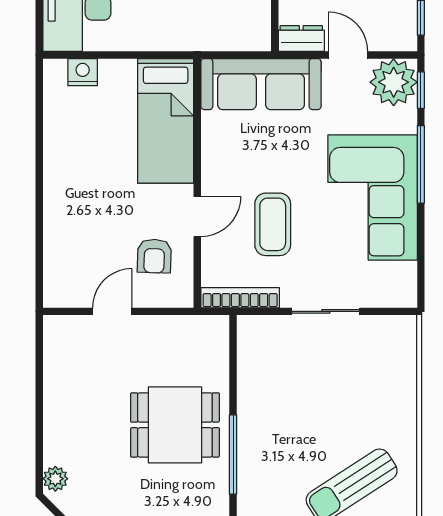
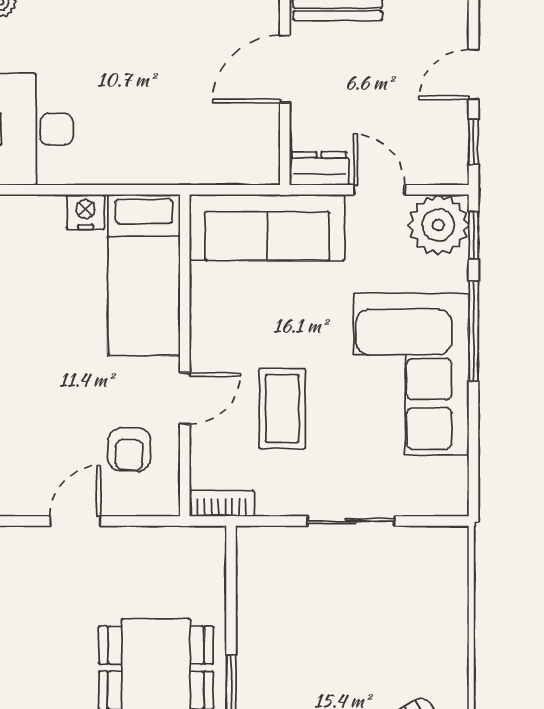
nightstand: (83, 72) -> (86, 212), moved
bookcase: (240, 298) -> (222, 503), width x0.64

